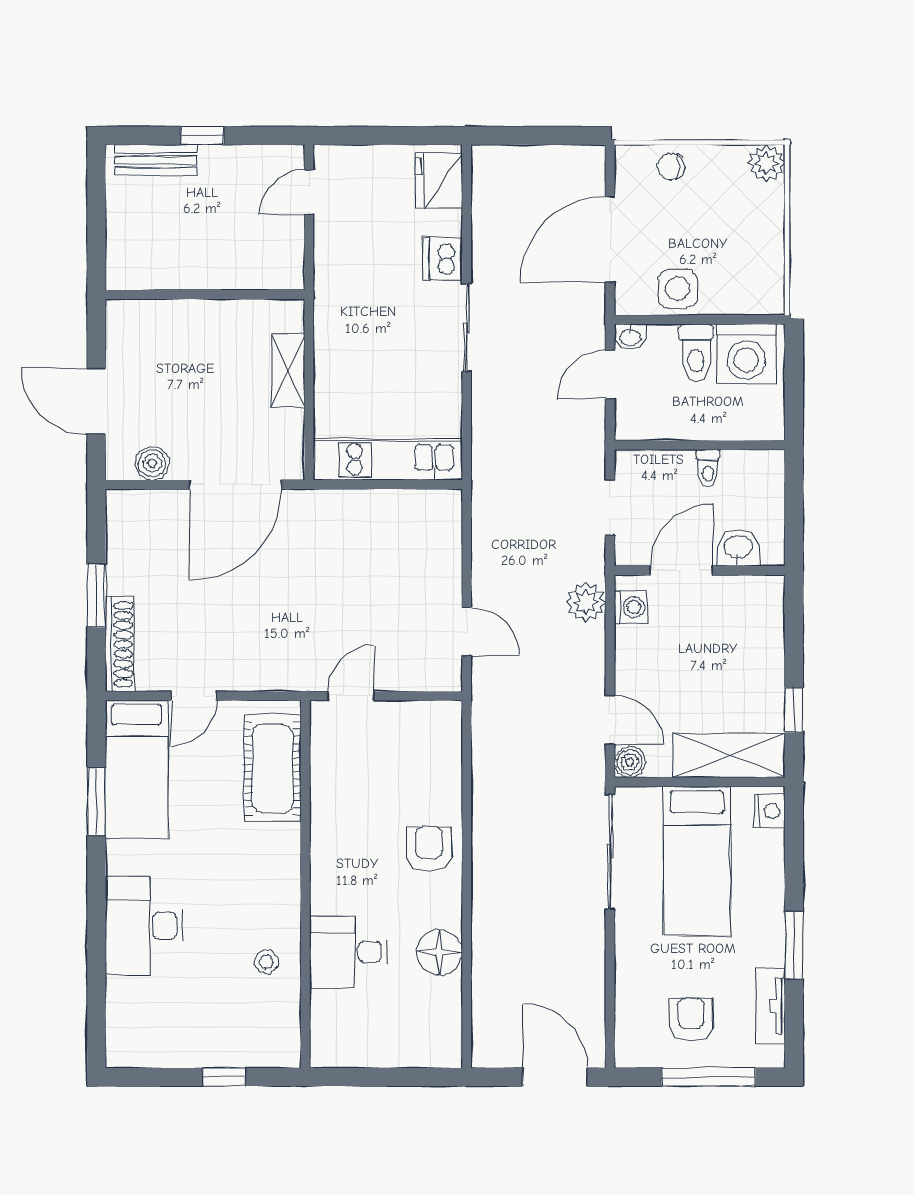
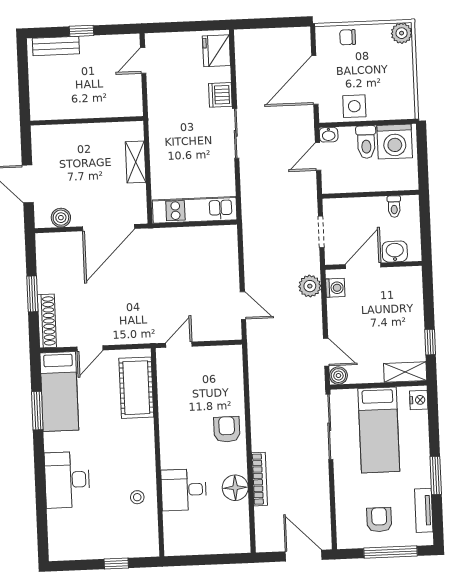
toilet: (708, 468) -> (394, 207), moved
shelving: (729, 755) -> (405, 372), width x0.67, depth x0.75
bookcase: (483, 939) -> (259, 479), added

